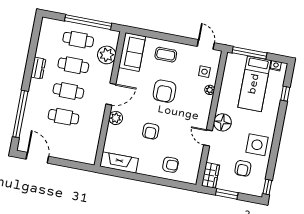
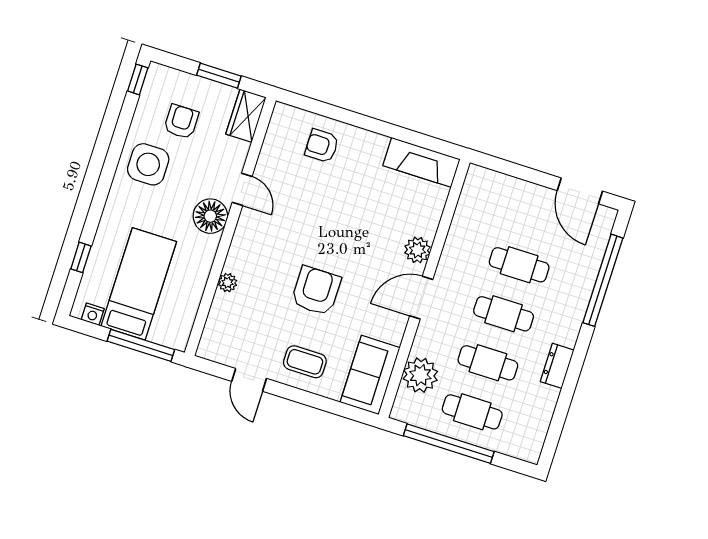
door: (206, 45) -> (249, 380), moved
side table: (204, 72) -> (233, 319), removed
armchair: (151, 131) -> (352, 216), removed

